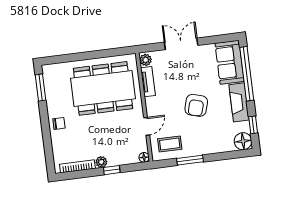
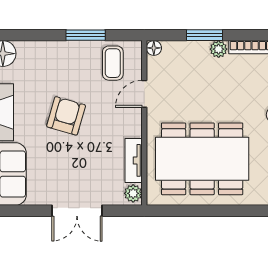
coffee table: (170, 144) -> (113, 63), turned 90
window: (112, 170) -> (204, 35), width x1.50

